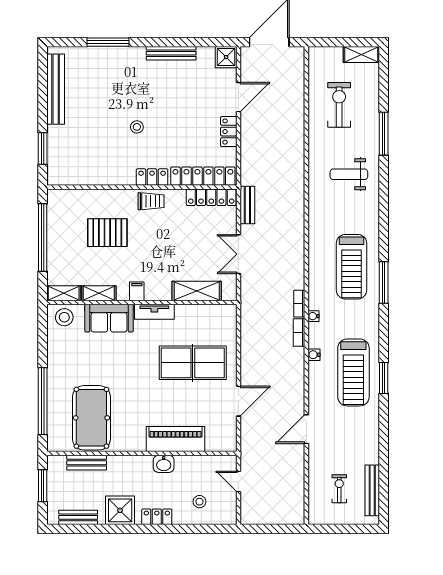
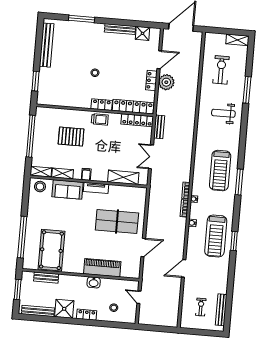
shower: (226, 57) -> (143, 33), moved
plant: (253, 132) -> (166, 82), added
bench: (78, 517) -> (38, 311), width x1.36

